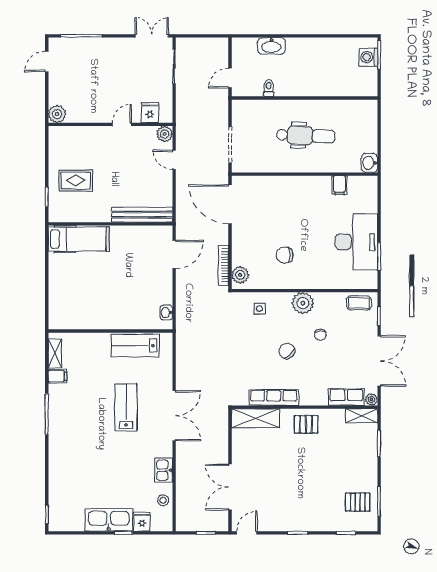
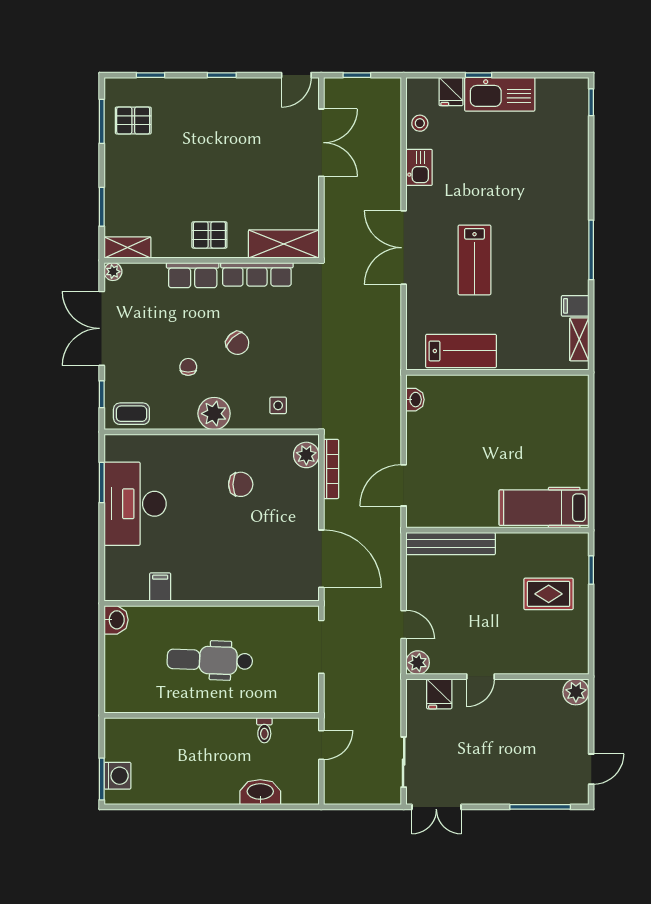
row of seats: (346, 397) -> (193, 275), moved

